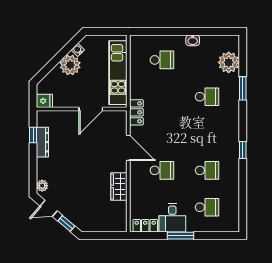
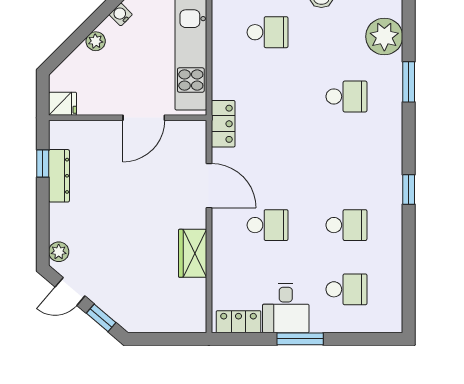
plant: (70, 65) -> (96, 41), width x0.53, depth x0.53

